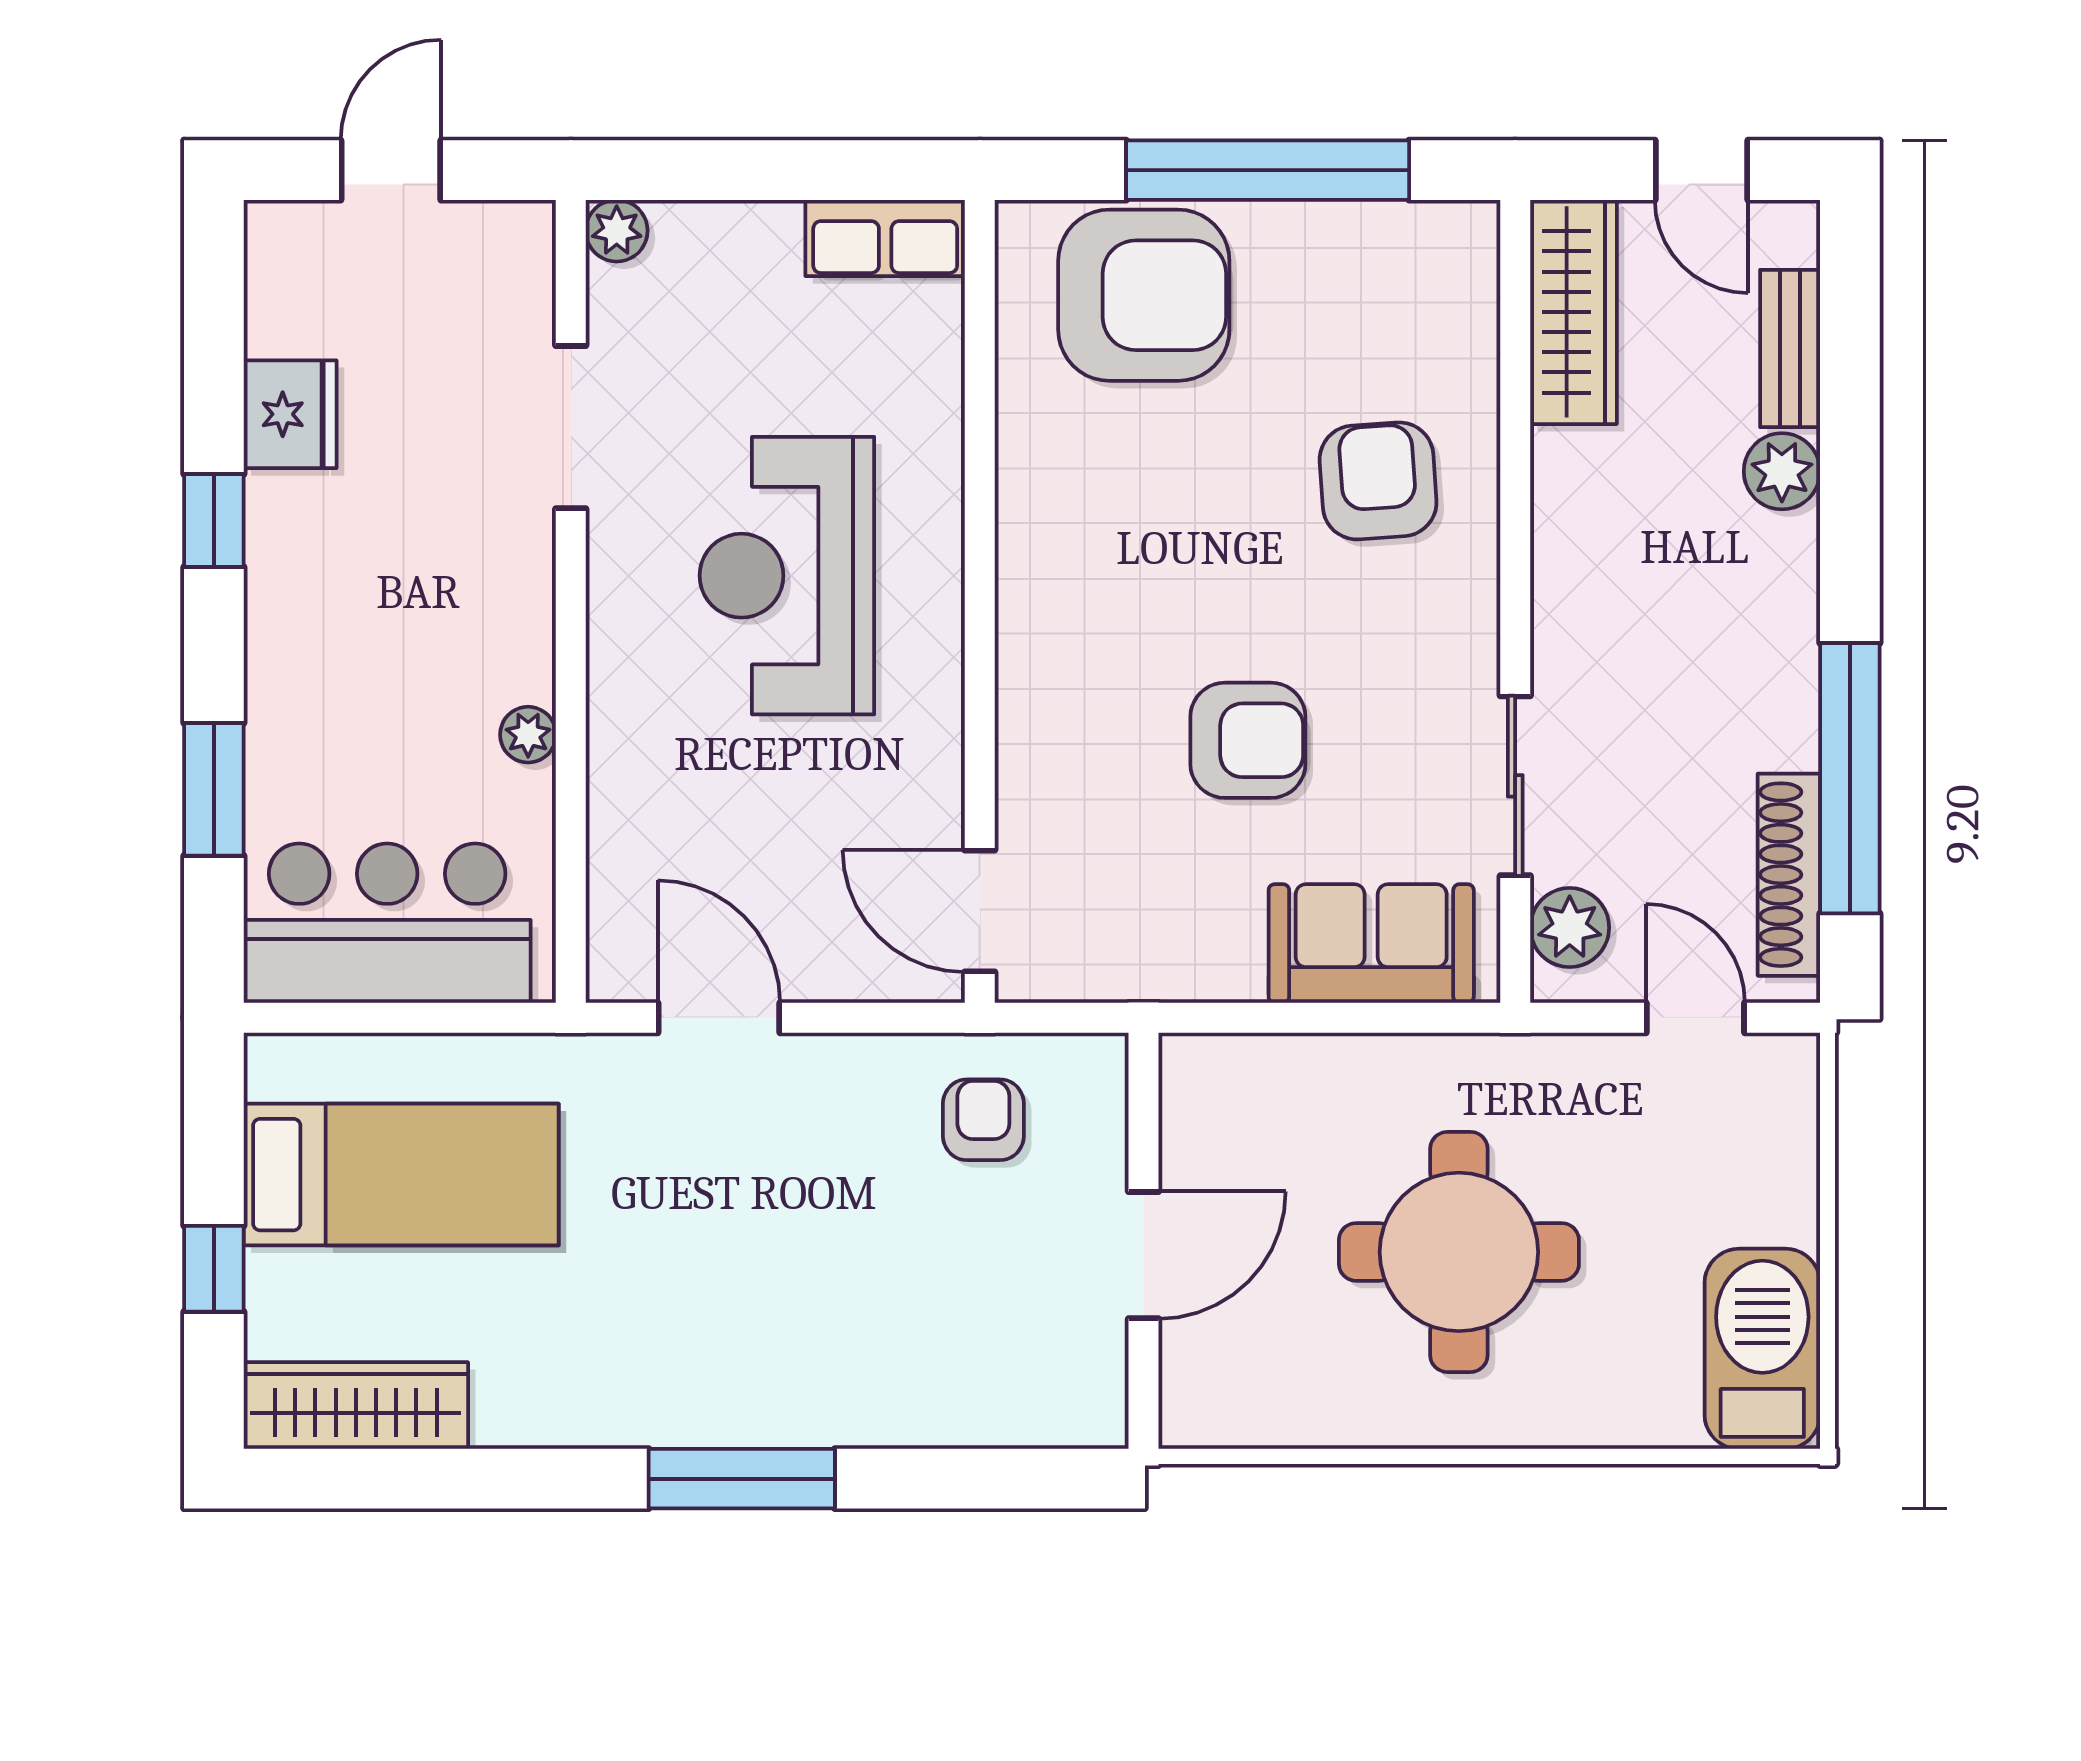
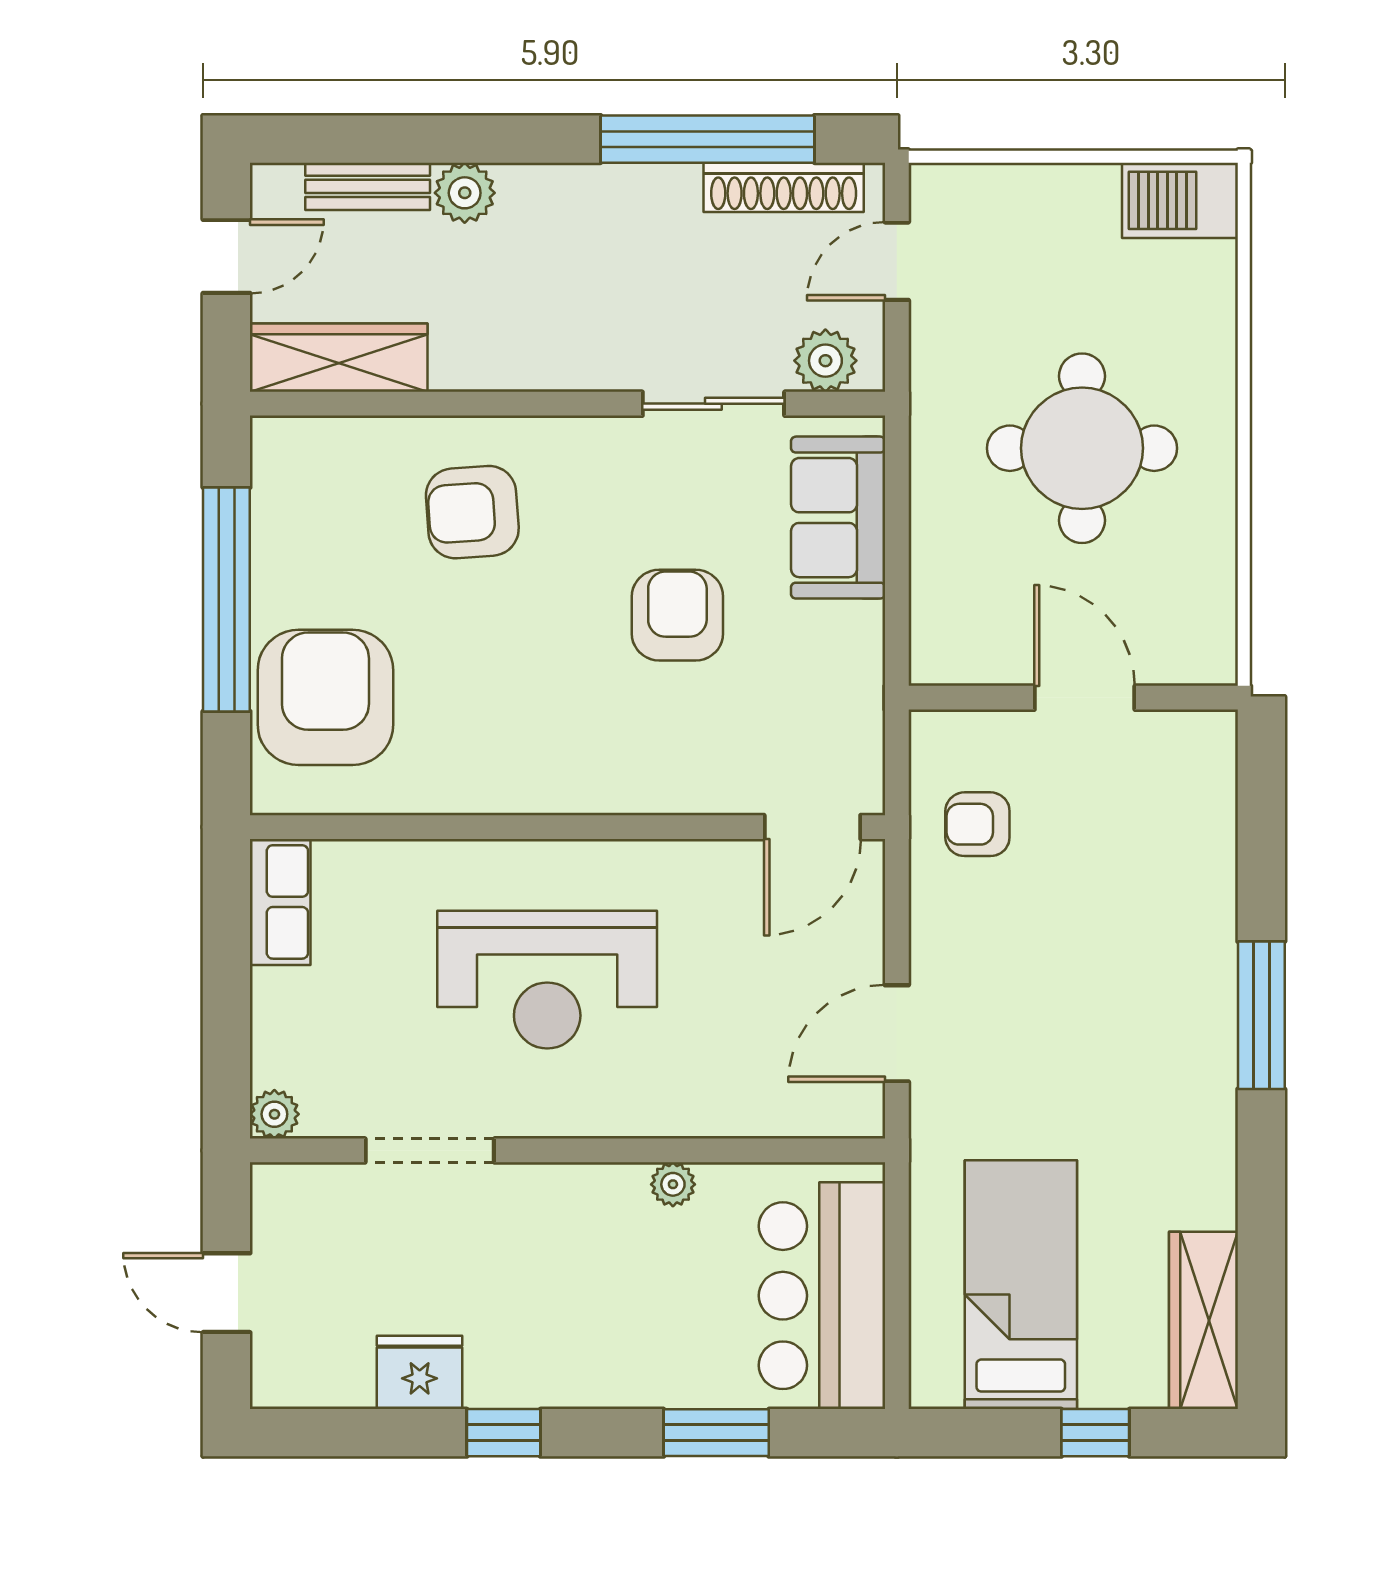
barbecue: (1762, 1349) -> (1180, 200), width x0.73, depth x0.83

